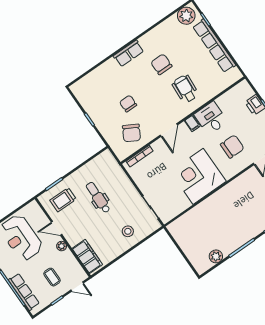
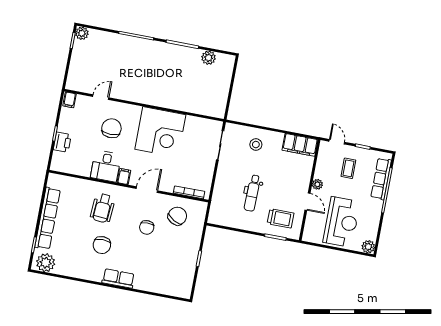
chair: (128, 104) -> (147, 227), moved
chair: (232, 146) -> (111, 128), turned 90
filing cabinet: (87, 256) -> (300, 145), moved, turned -90

